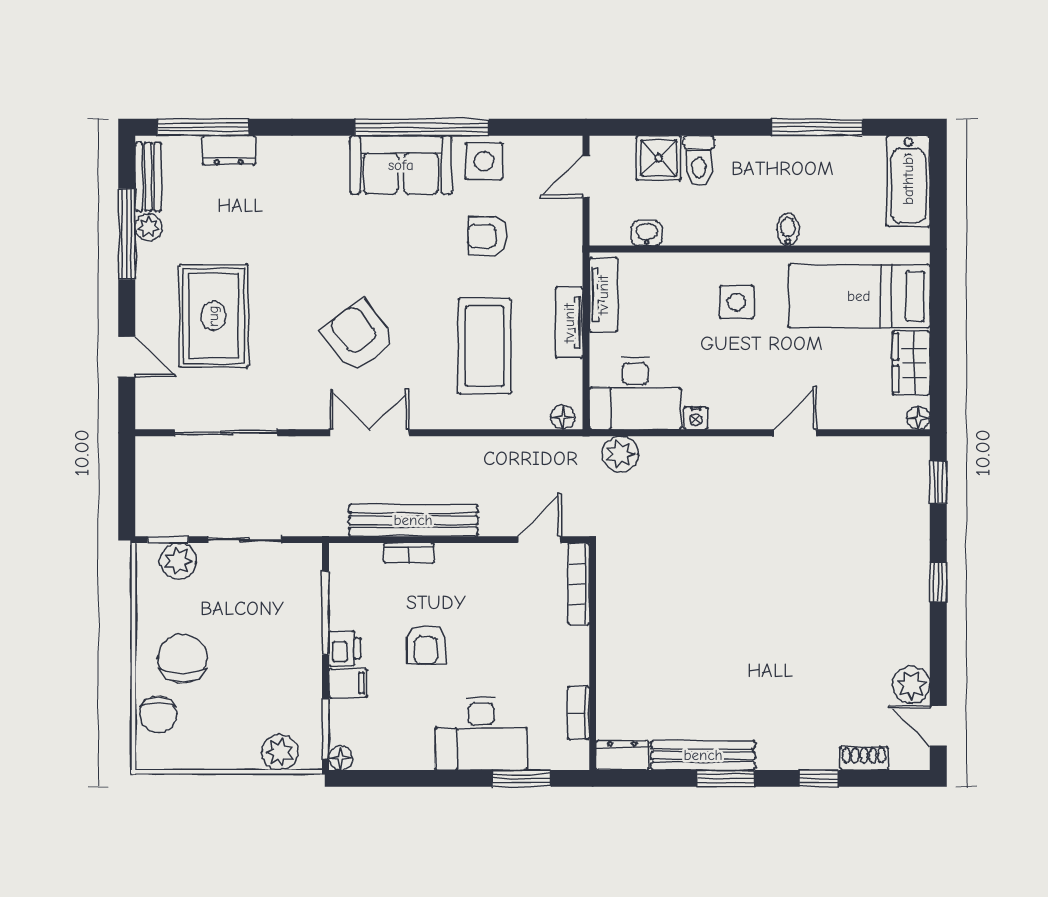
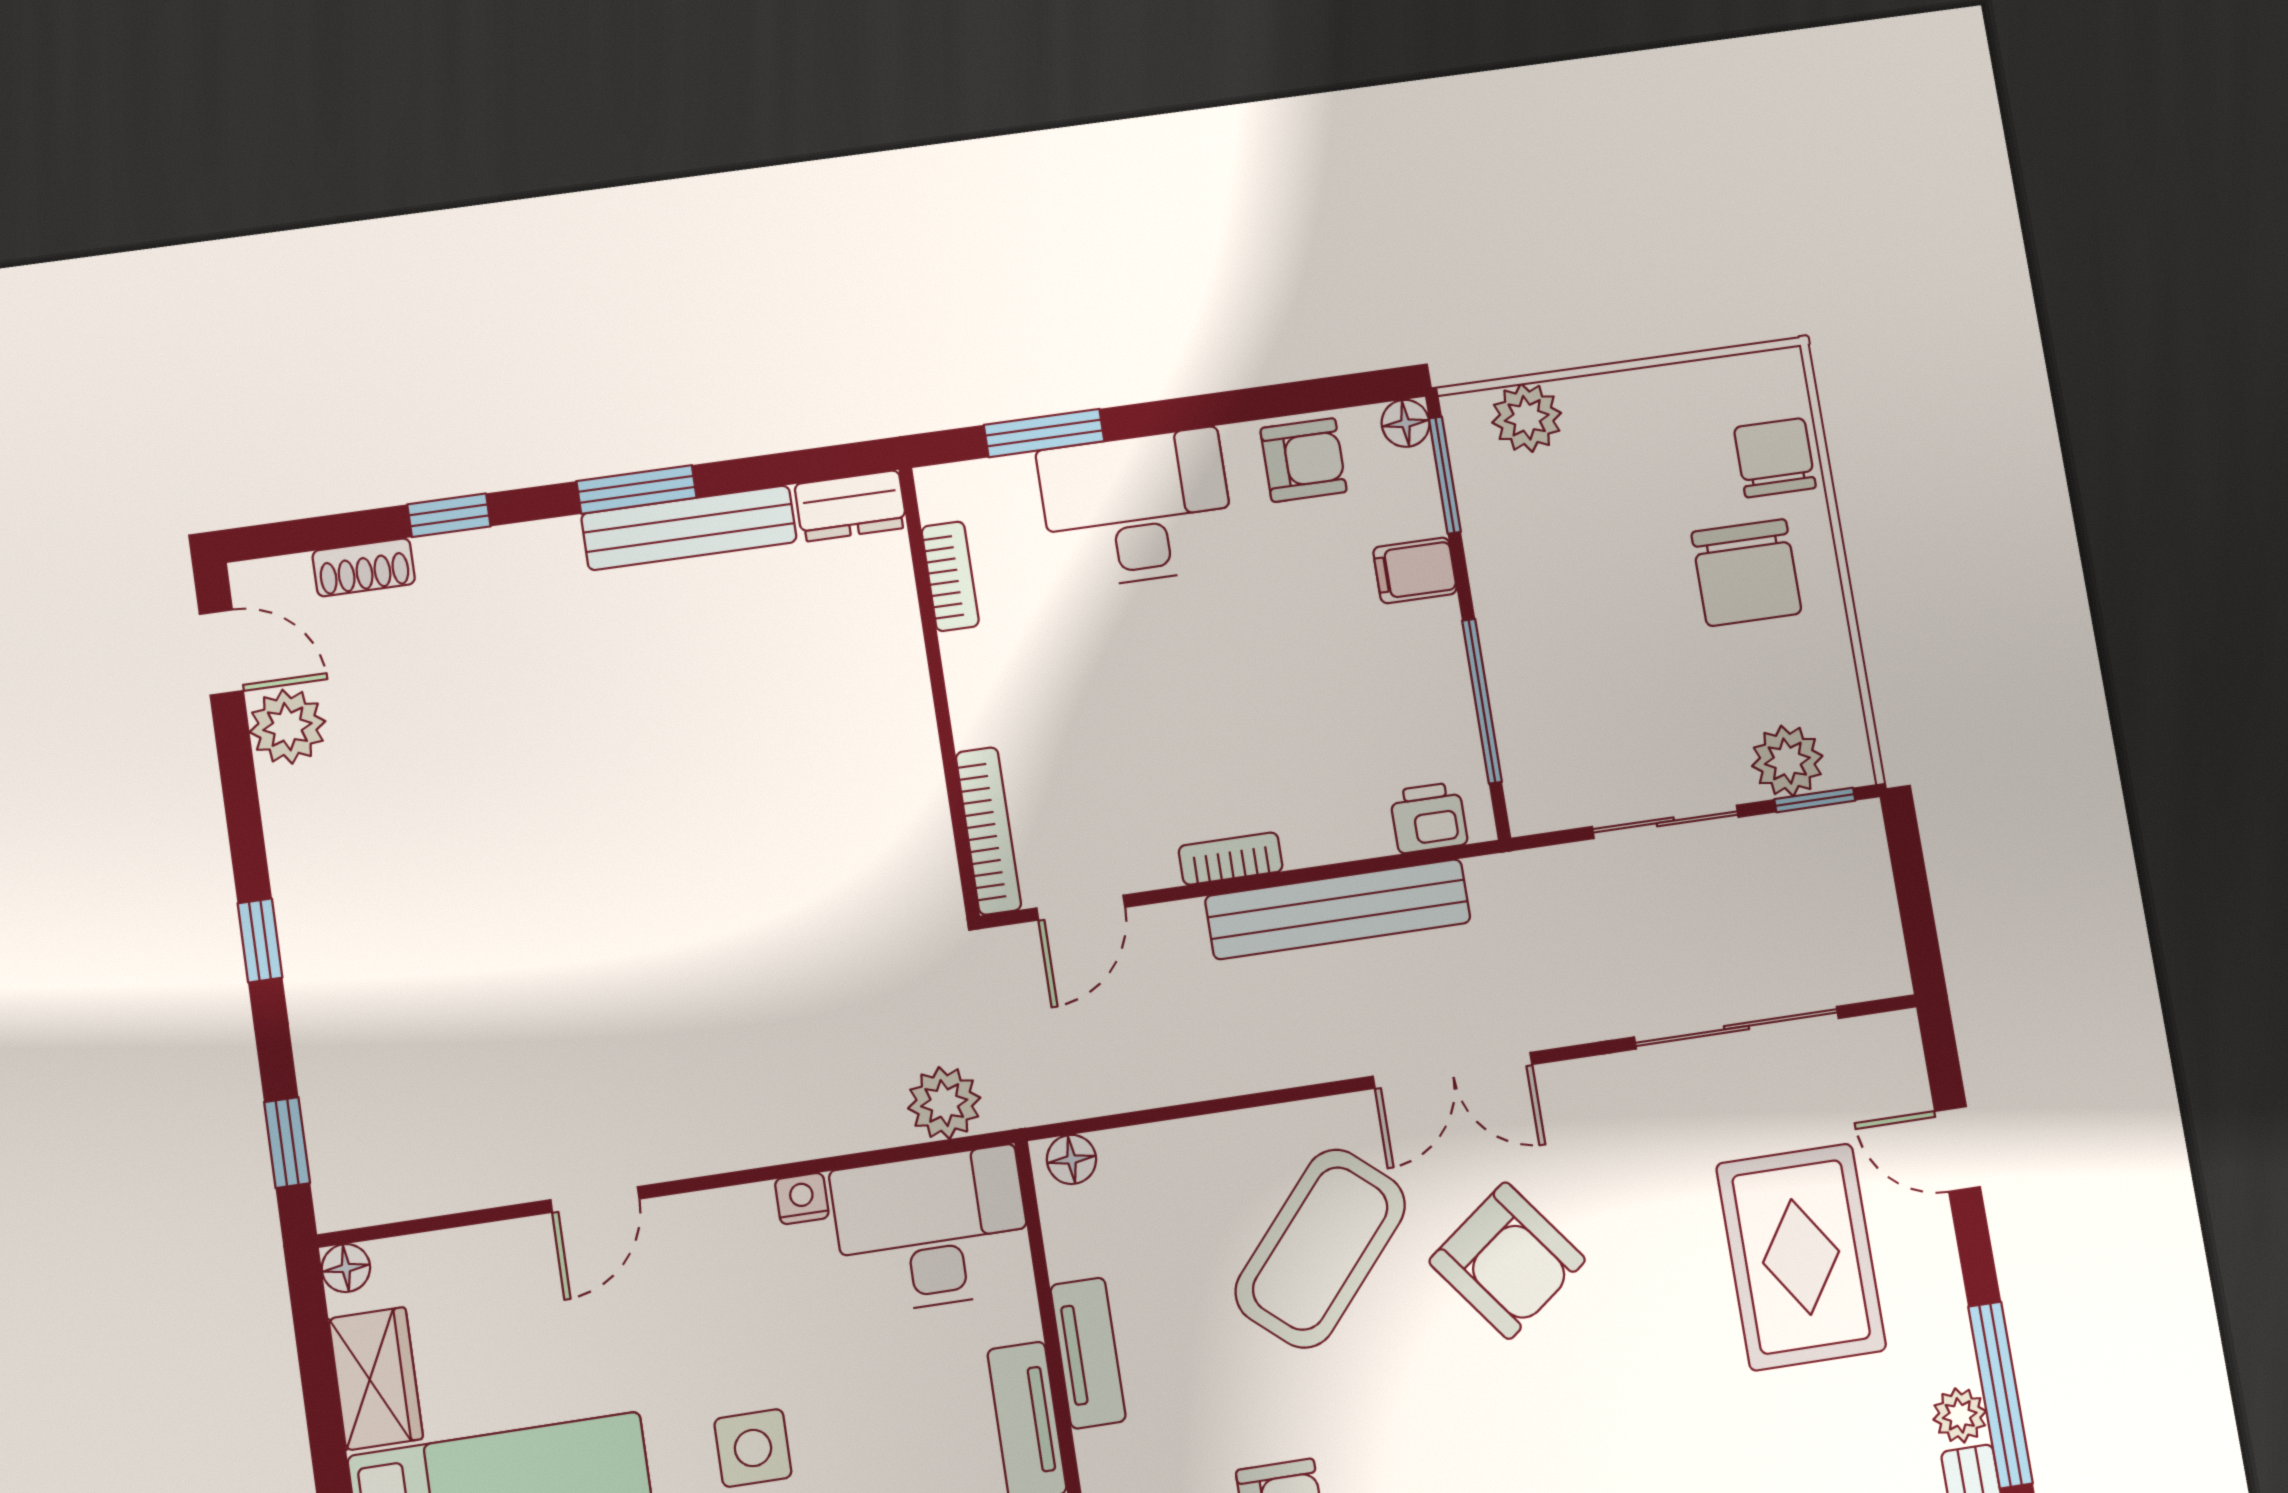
coffee table: (485, 346) -> (1320, 1248), moved, turned 41
bookcase: (409, 553) -> (1231, 859), moved
armchair: (426, 645) -> (1304, 460), moved, turned 90
printer: (345, 648) -> (1429, 818), moved, turned 90

